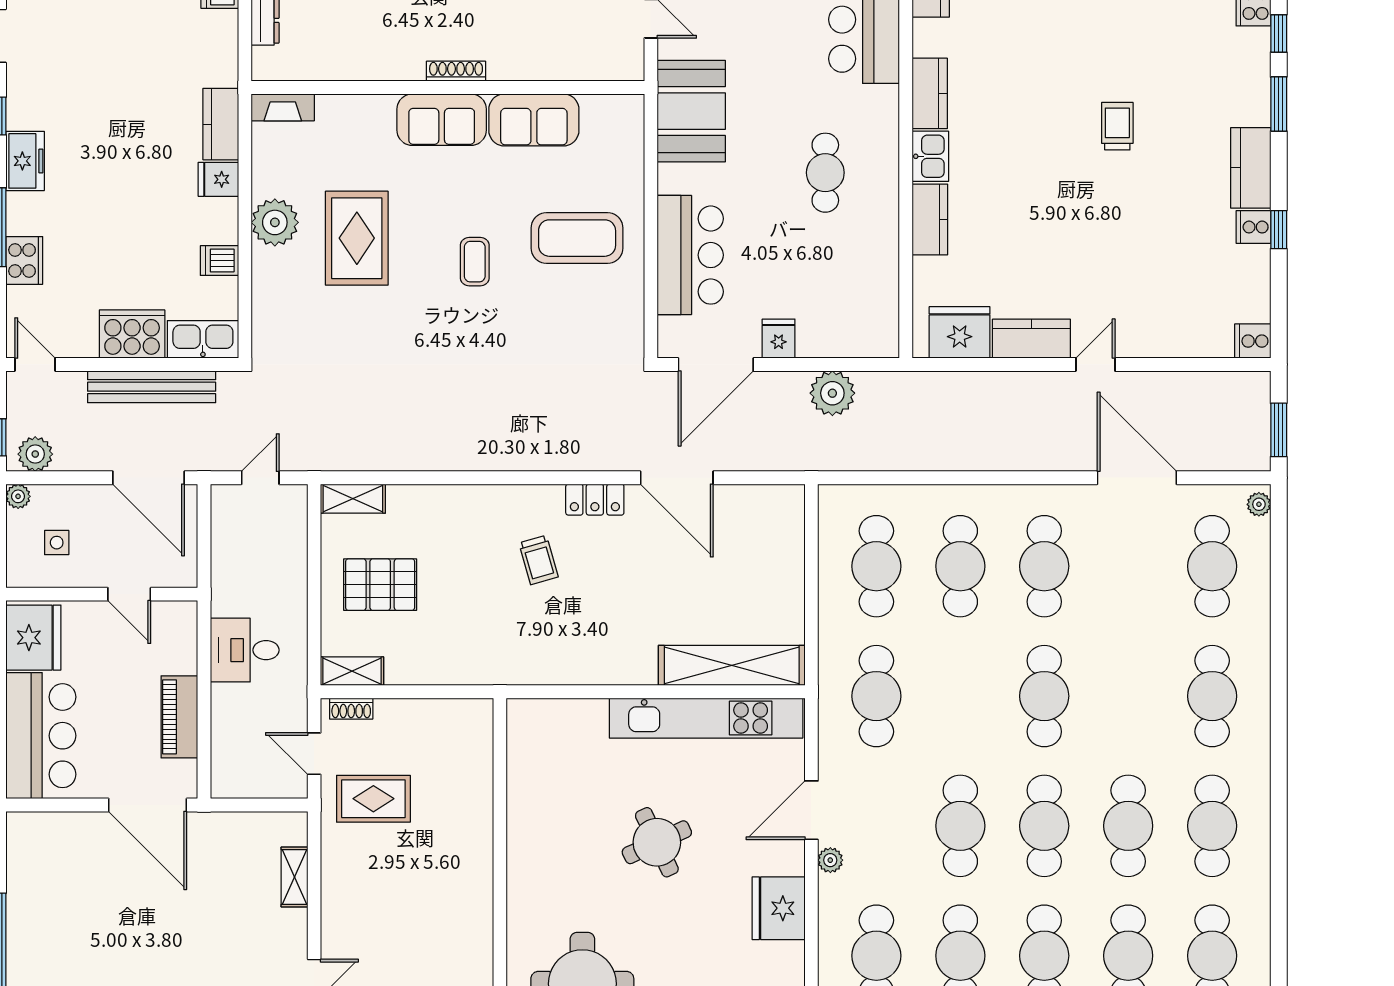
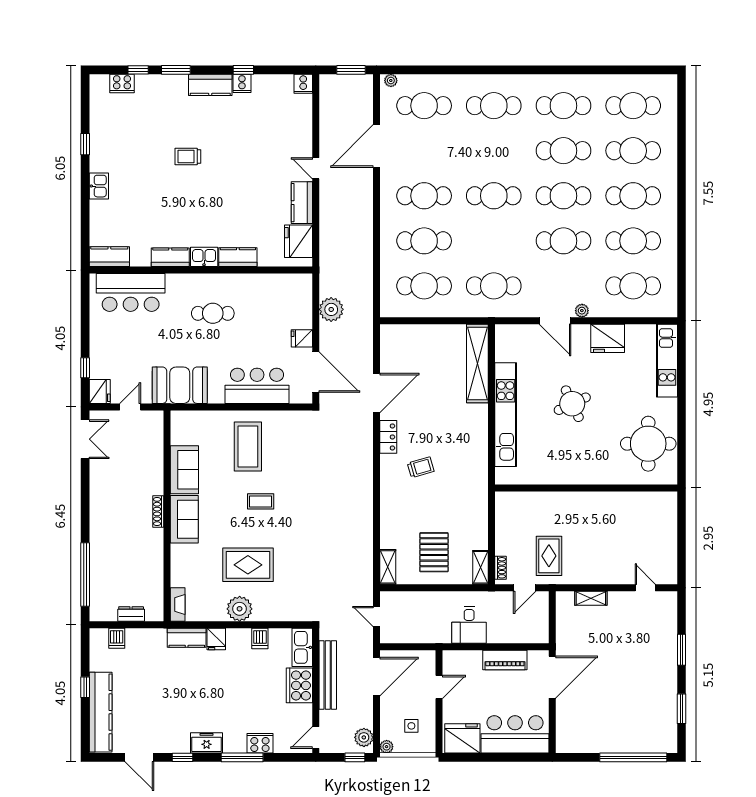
kitchen unit: (706, 718) -> (506, 415), moved

